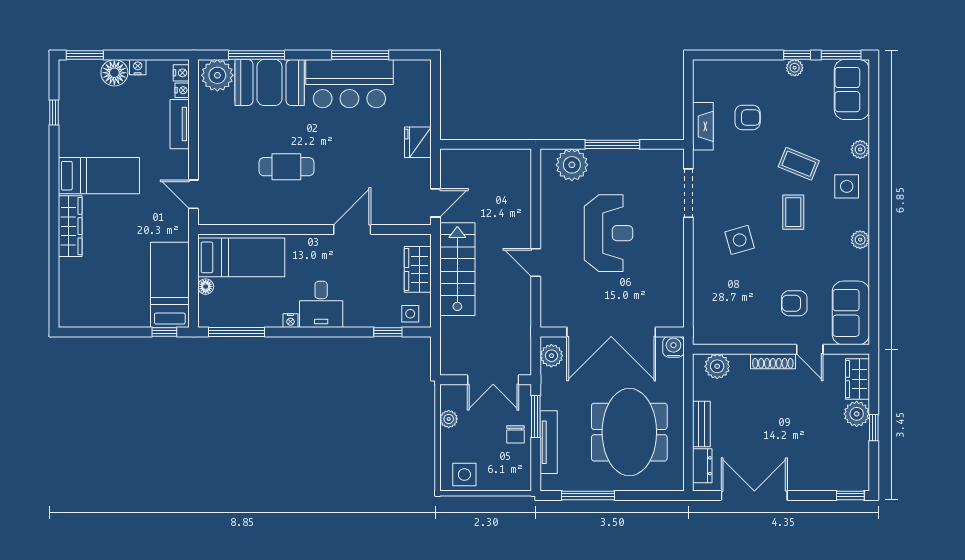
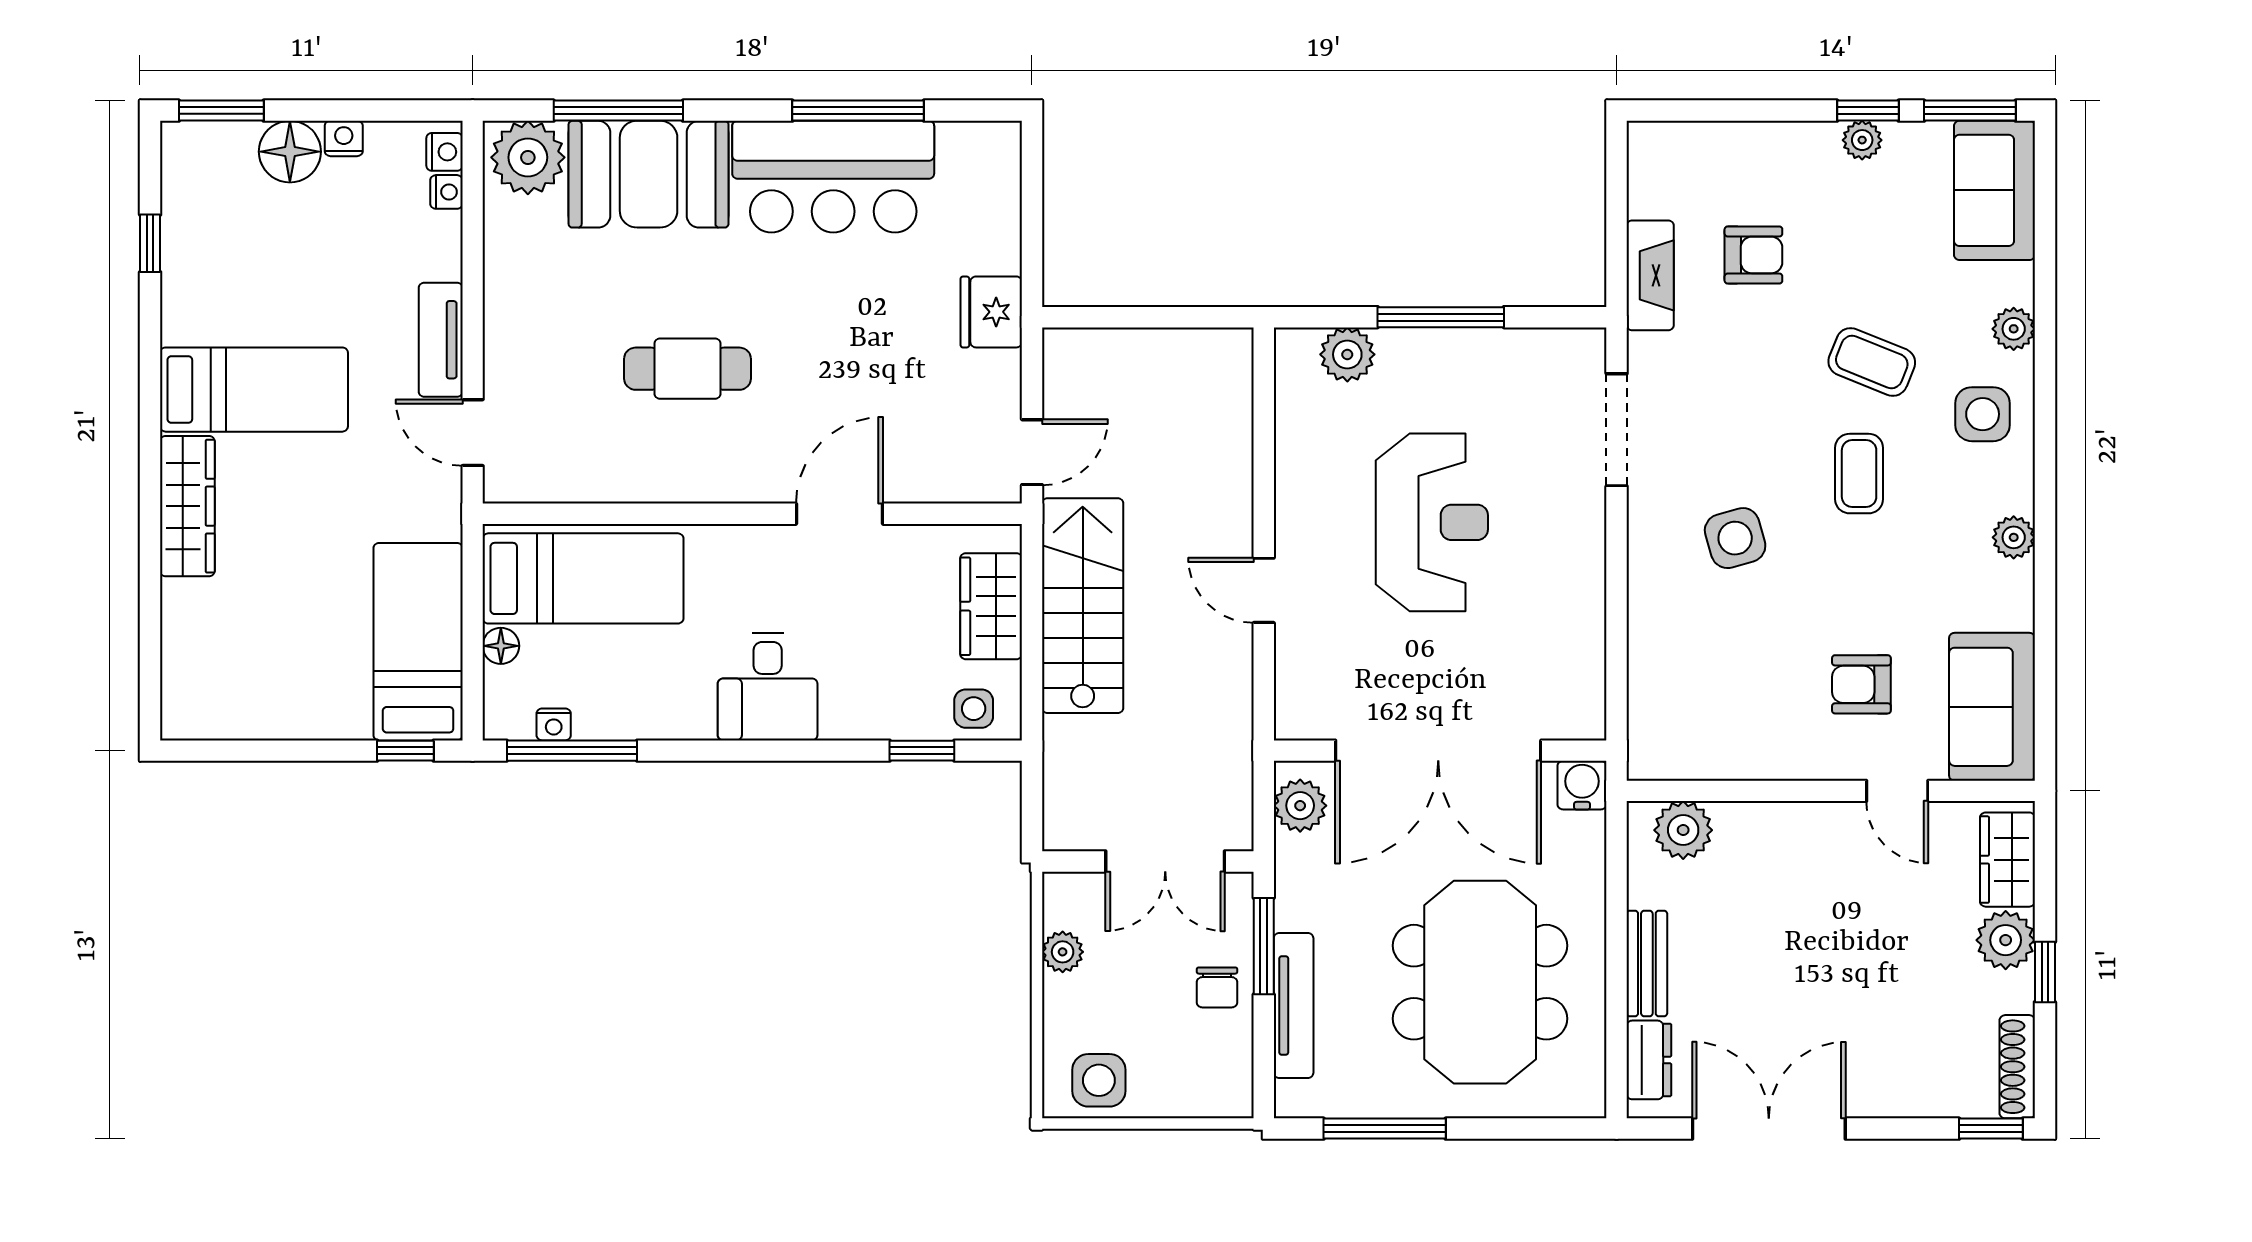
tv unit: (180, 124) -> (441, 340), moved
plant: (572, 165) -> (1347, 354), width x0.73, depth x0.73
nightstand: (290, 321) -> (554, 724), moved
shoe rack: (773, 361) -> (2017, 1067), moved, turned 90

